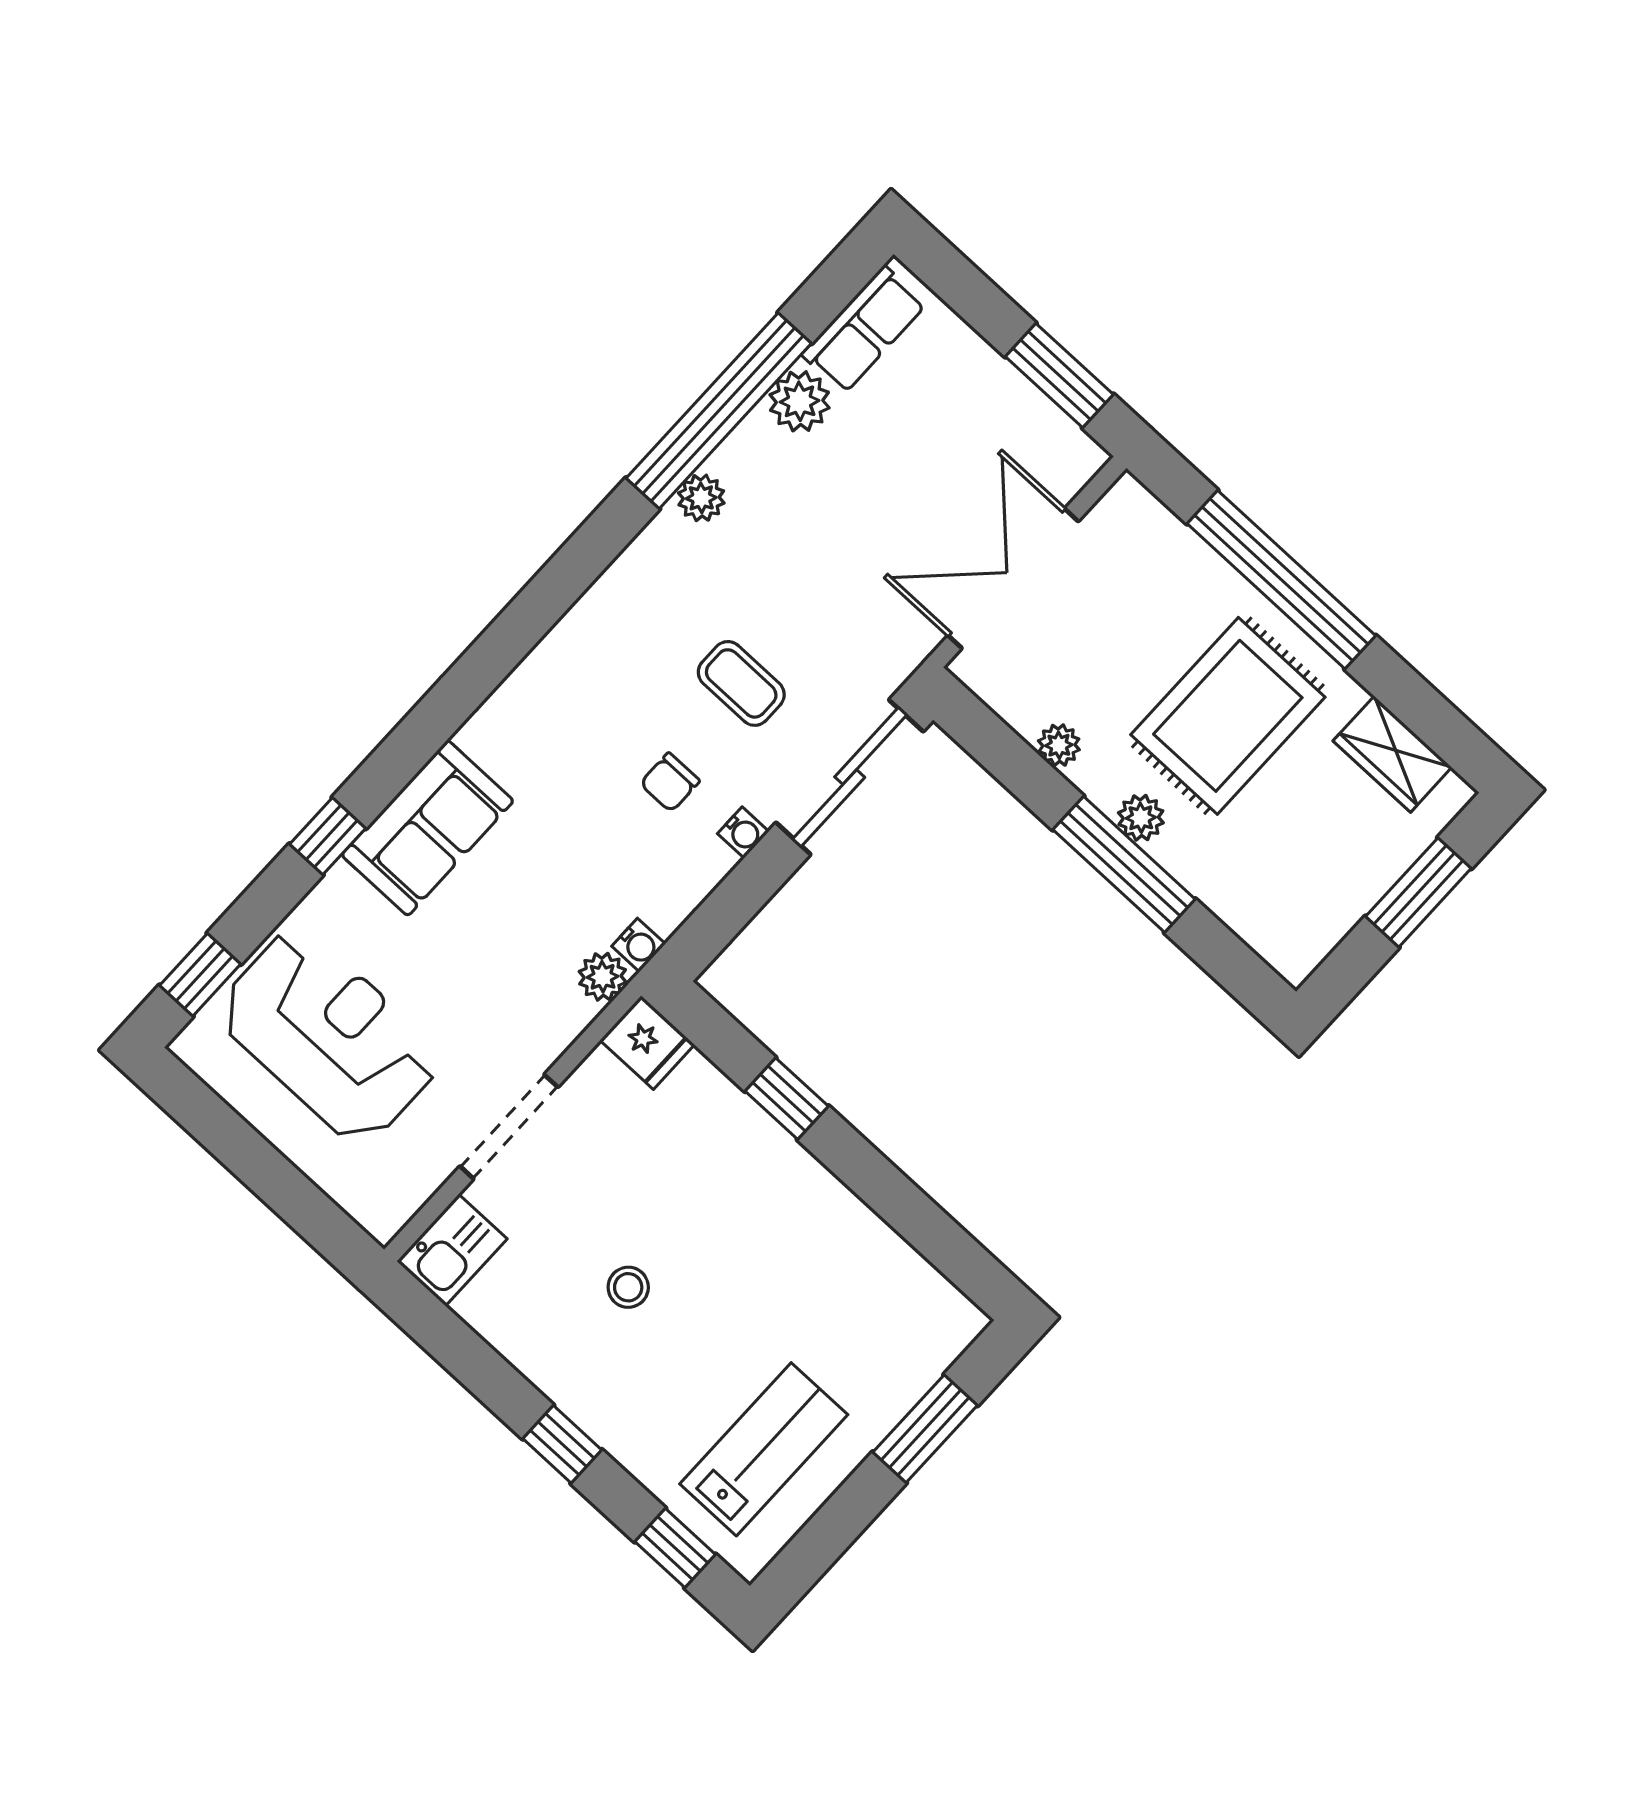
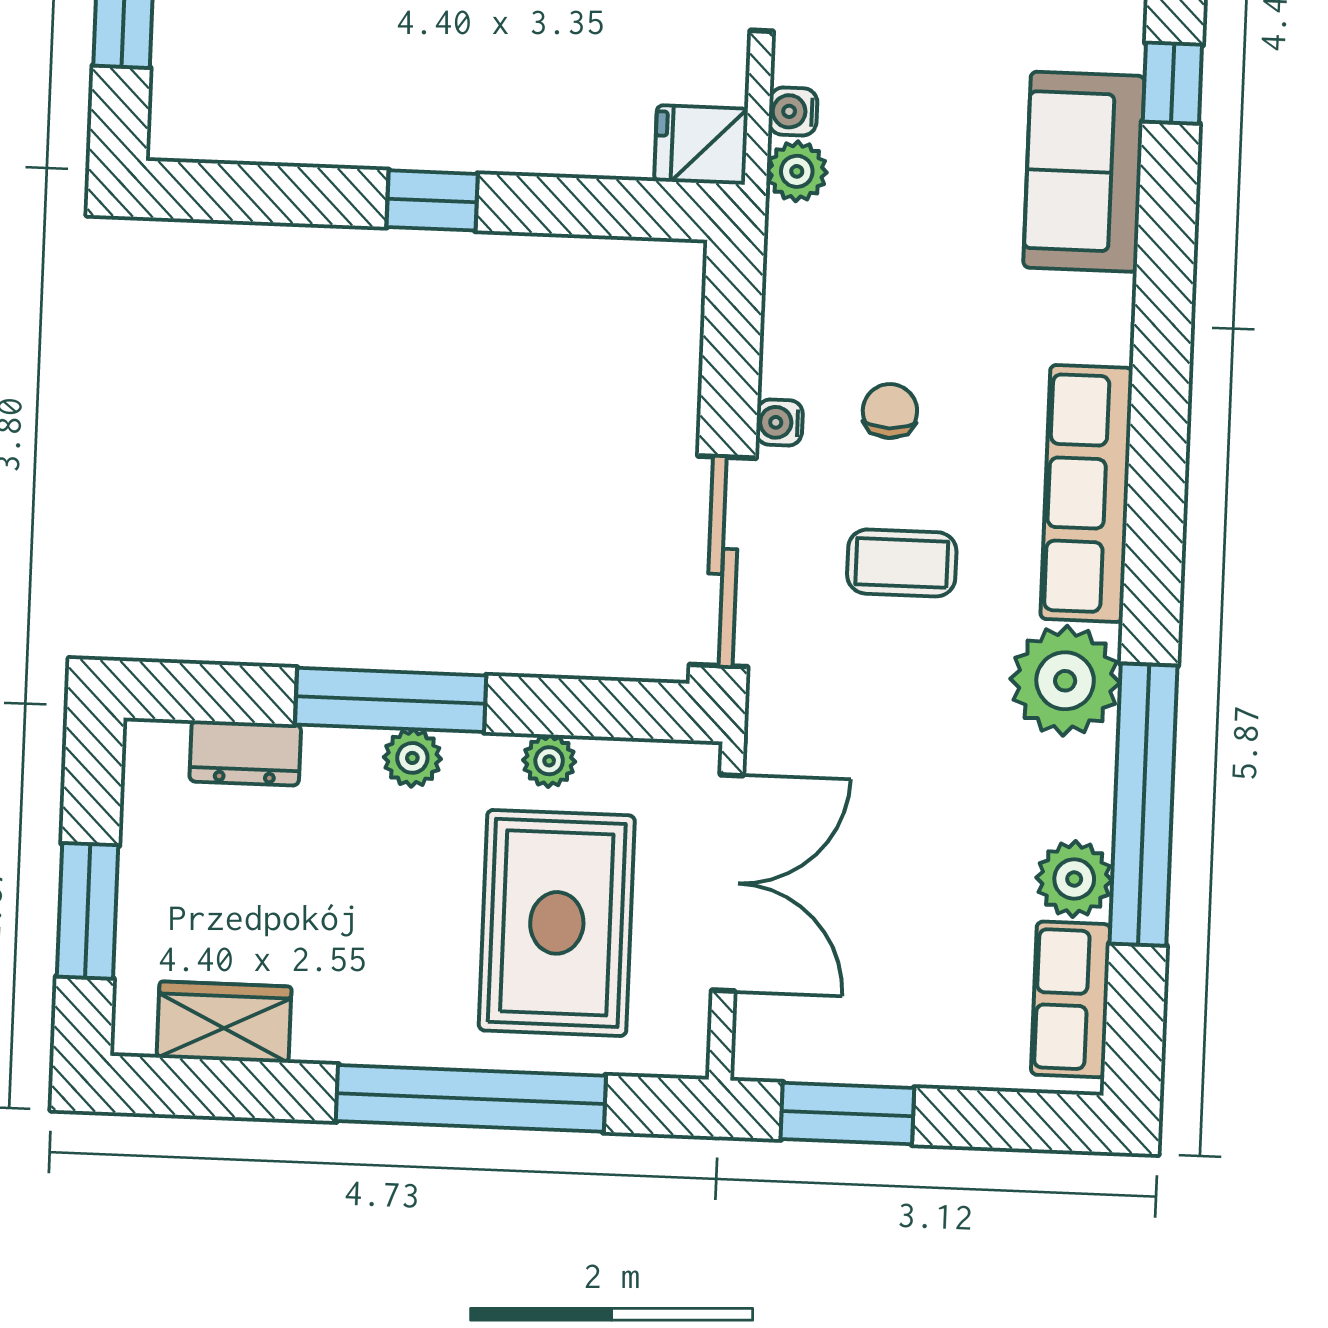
plant: (701, 498) -> (1065, 681), width x1.87, depth x1.87
row of seats: (592, 630) -> (1087, 493), added
rug: (1228, 716) -> (557, 923), moved
dresser: (1240, 907) -> (245, 753), added
water cooler: (639, 945) -> (793, 112), moved
window: (787, 1099) -> (432, 200), moved

